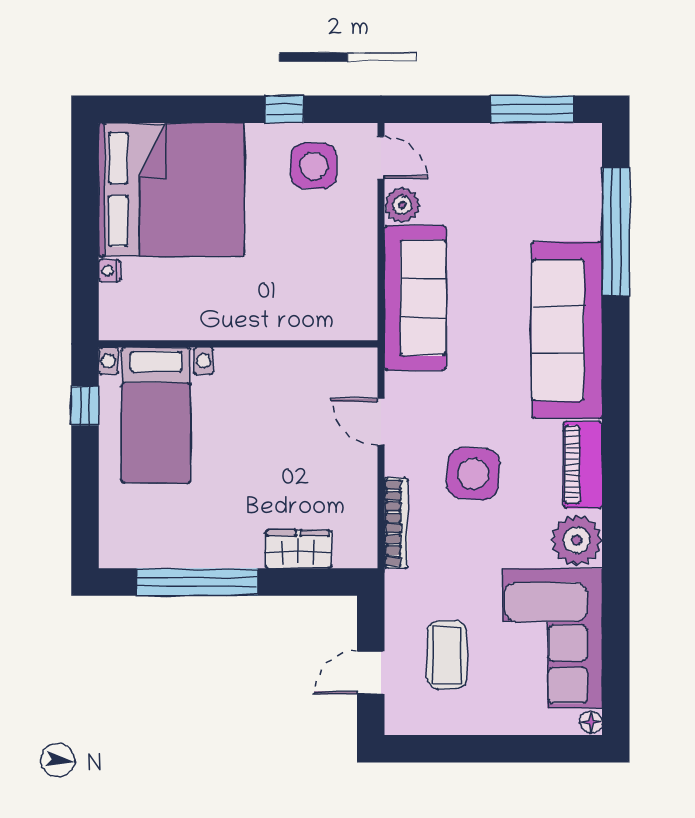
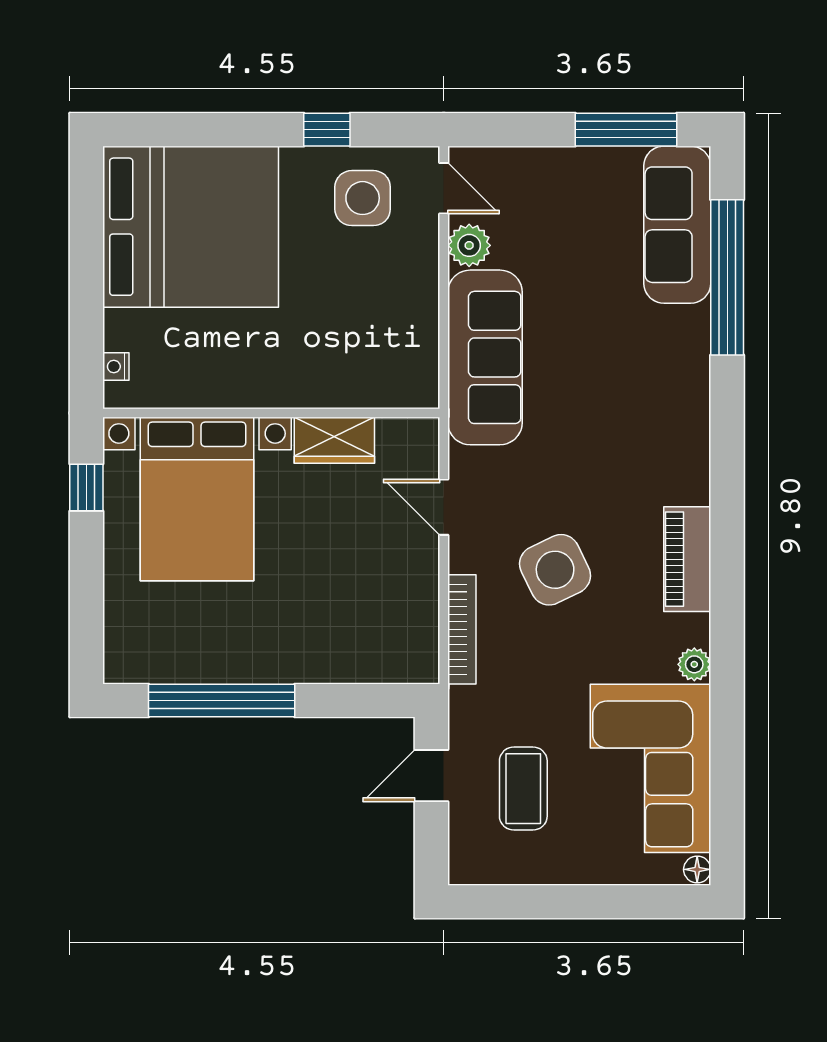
nightstand: (110, 271) -> (116, 366), moved
sofa: (567, 330) -> (677, 225), moved, width x0.74, depth x0.79
bed with nightstands: (156, 415) -> (197, 499), width x1.36
side table: (473, 474) -> (555, 570), turned -30
plant: (577, 540) -> (694, 664), width x0.53, depth x0.53
wardrobe: (298, 549) -> (334, 440), moved, turned 180
door: (371, 673) -> (431, 776), moved

